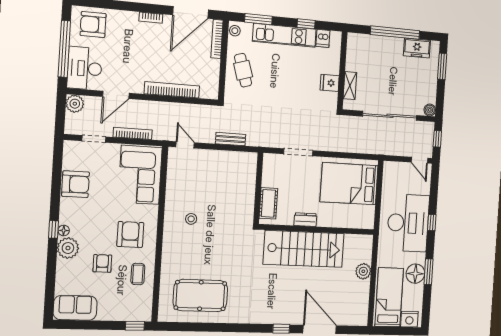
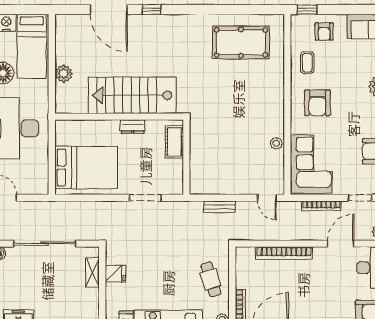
stool: (191, 219) -> (276, 143), moved
armchair: (102, 263) -> (324, 31), moved

